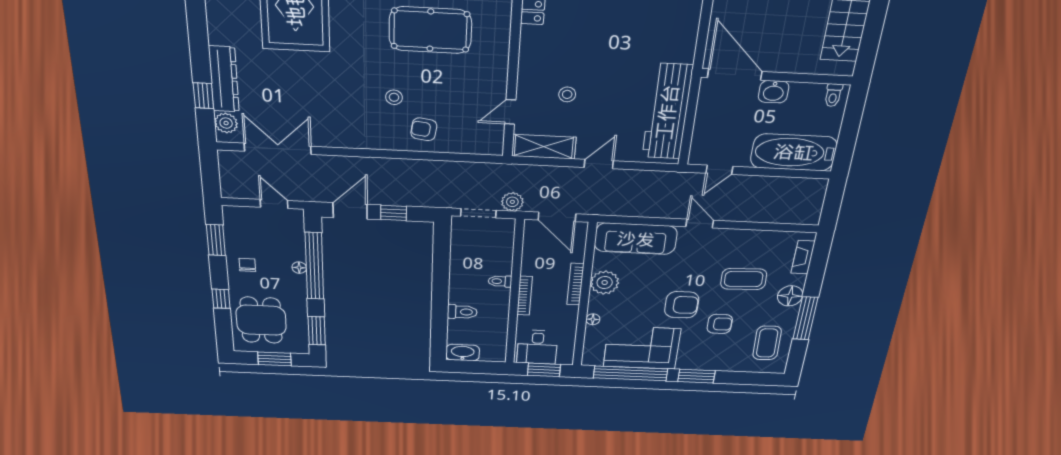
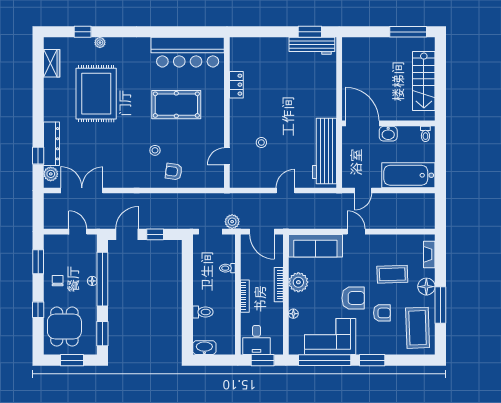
shelving: (544, 147) -> (250, 180), removed
toilet: (500, 281) -> (227, 268), moved
coffee table: (767, 343) -> (418, 328), width x1.36, depth x1.32

